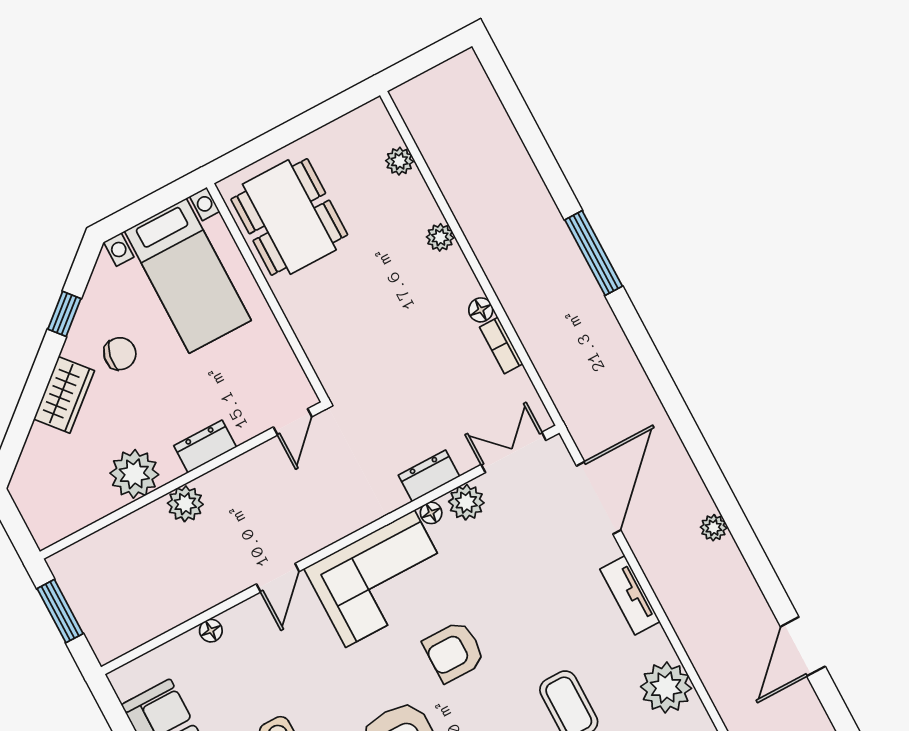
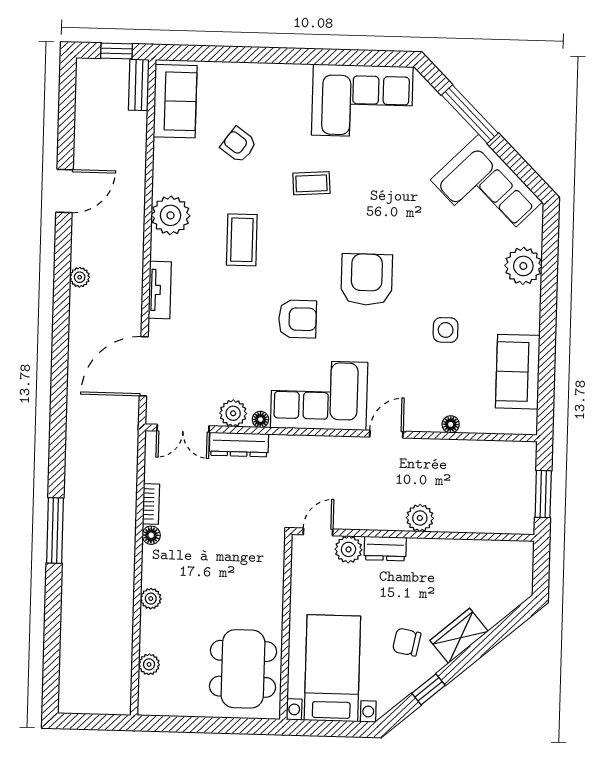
plant: (134, 474) -> (348, 549), moved, width x0.73, depth x0.73
dresser: (429, 476) -> (239, 445), width x1.44
plant: (714, 528) -> (80, 277), moved

